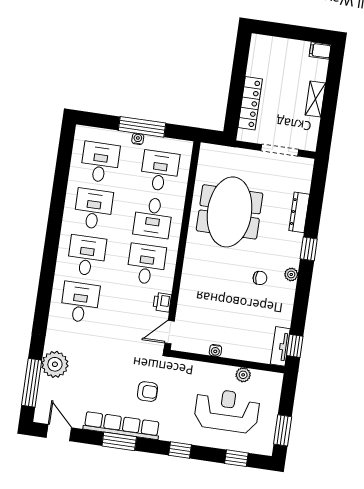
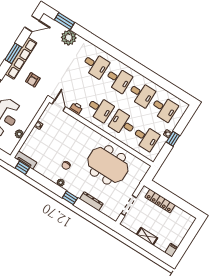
window: (142, 127) -> (173, 139), width x0.46
window: (32, 383) -> (64, 21), width x0.69

